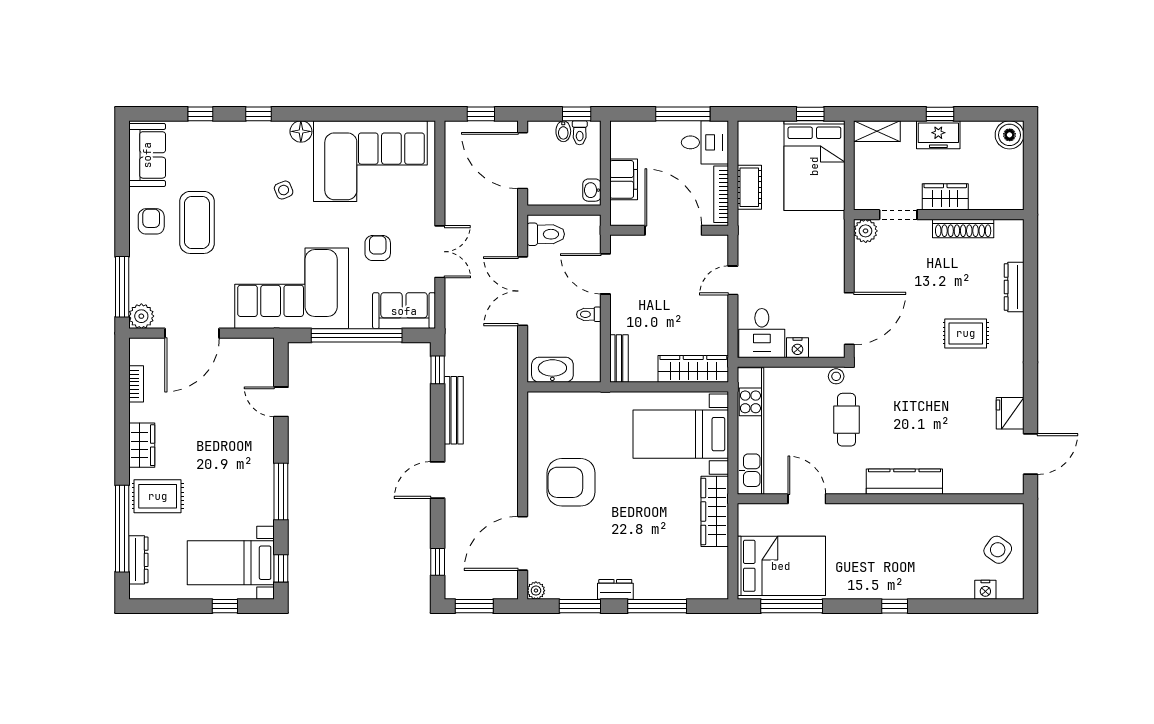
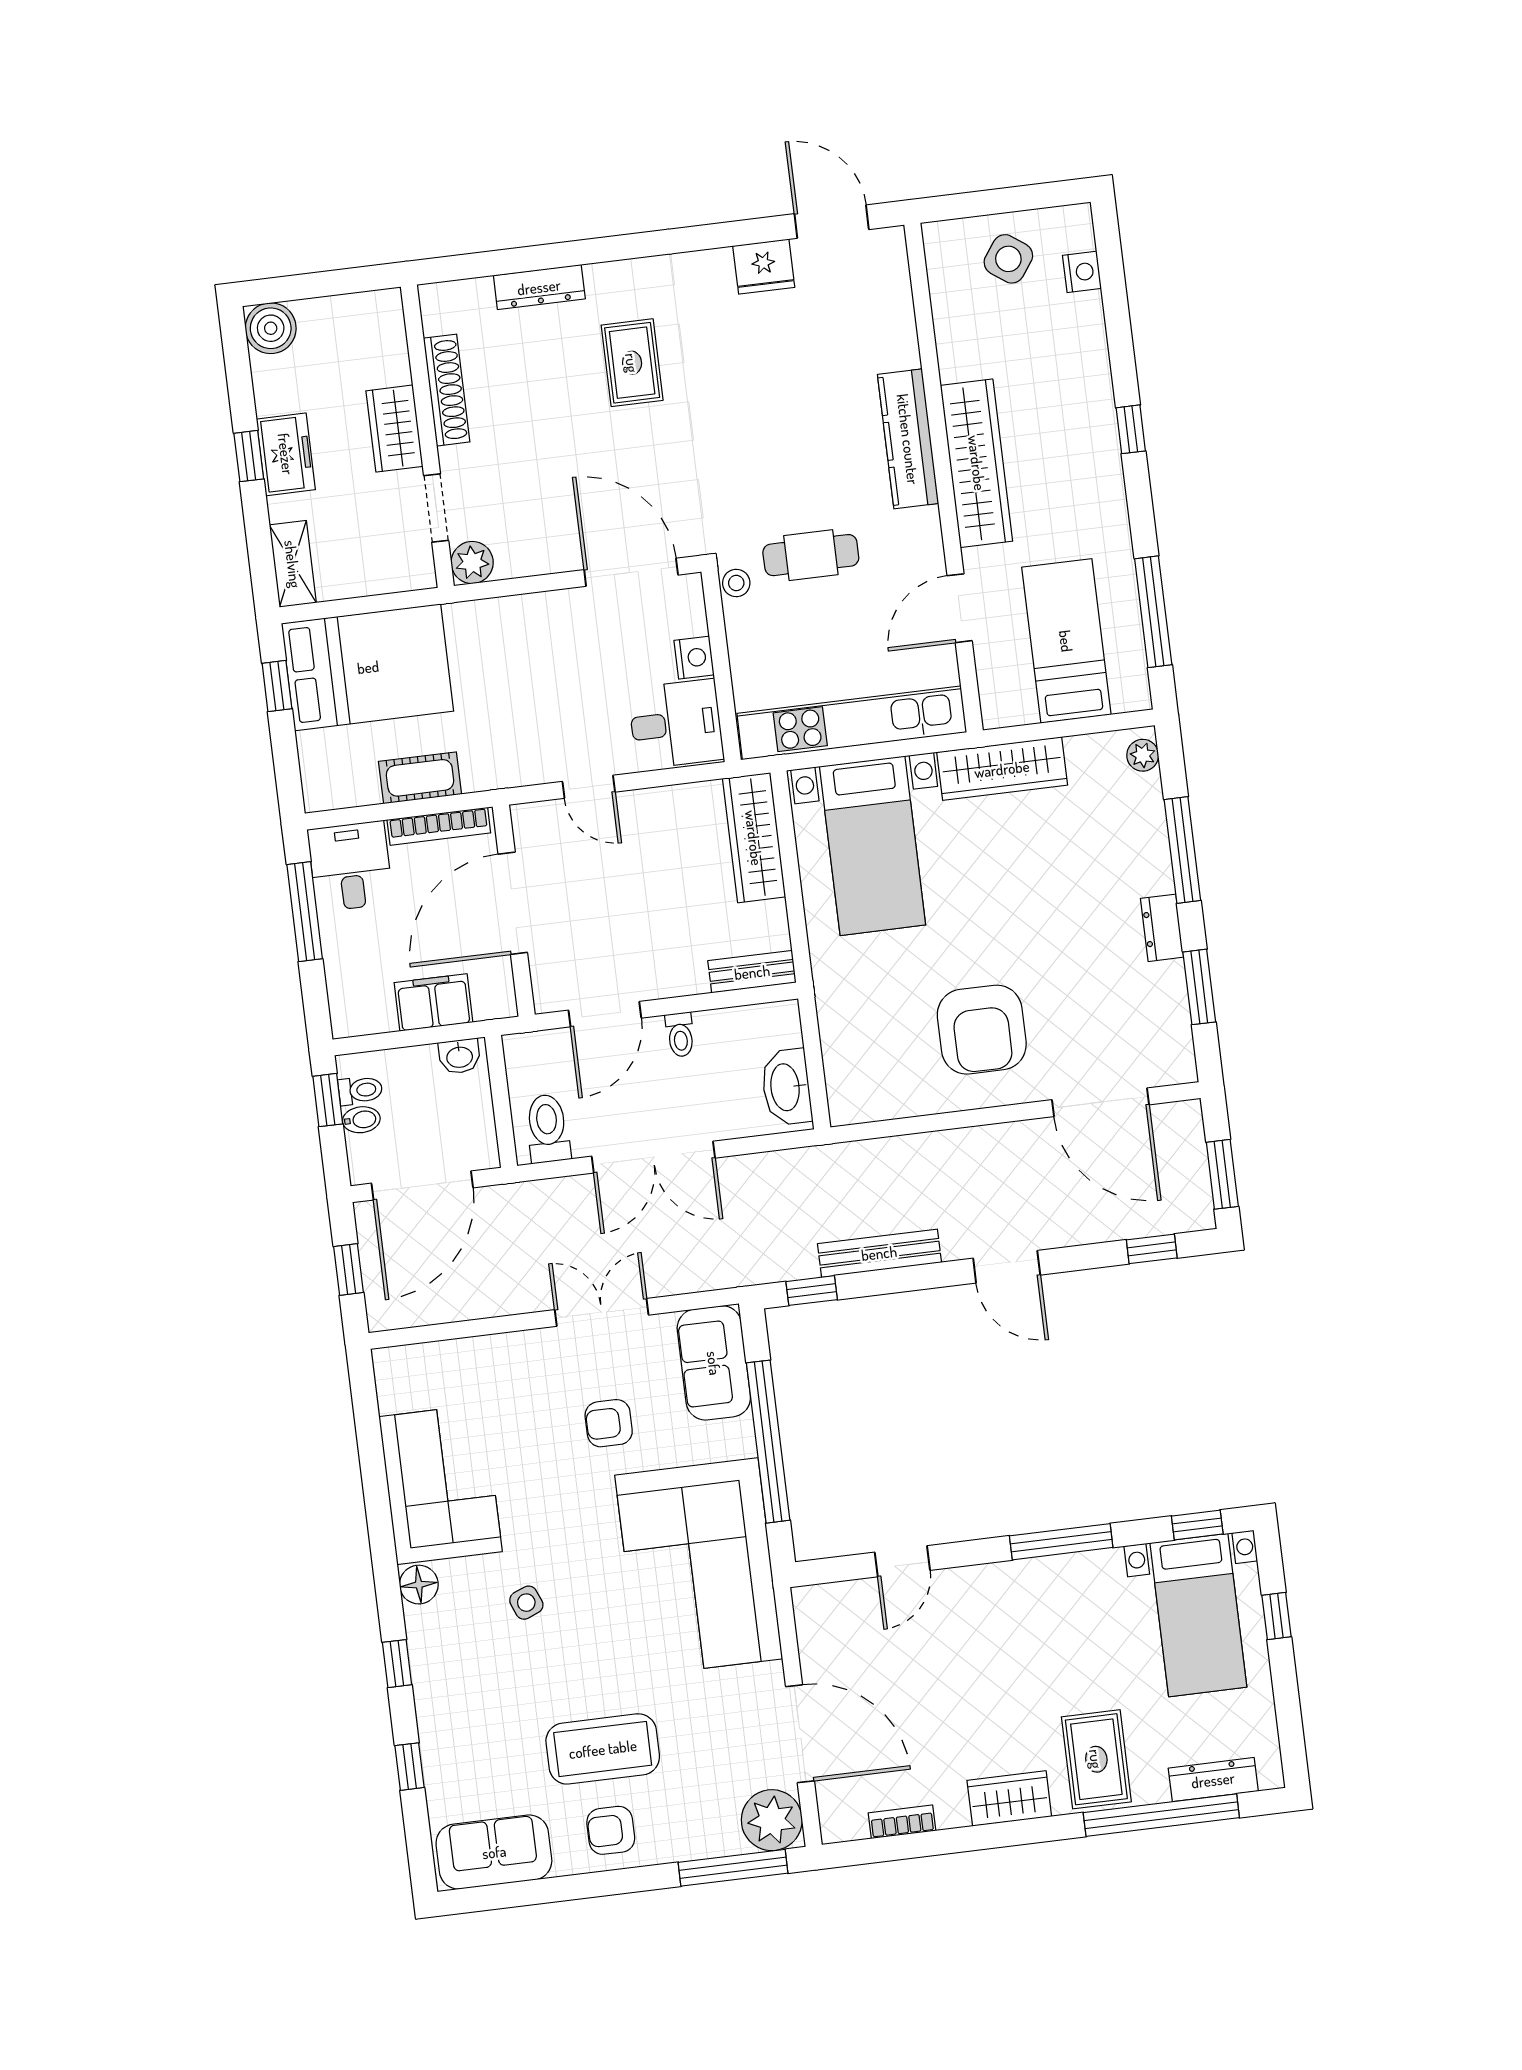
corner sofa: (370, 161) -> (441, 1484), width x0.73, depth x0.74
plant: (141, 316) -> (772, 1820), width x1.36, depth x1.36
wardrobe: (886, 518) -> (977, 463), added
bed: (781, 566) -> (1066, 641), width x0.67
plant: (536, 591) -> (1143, 755), moved

